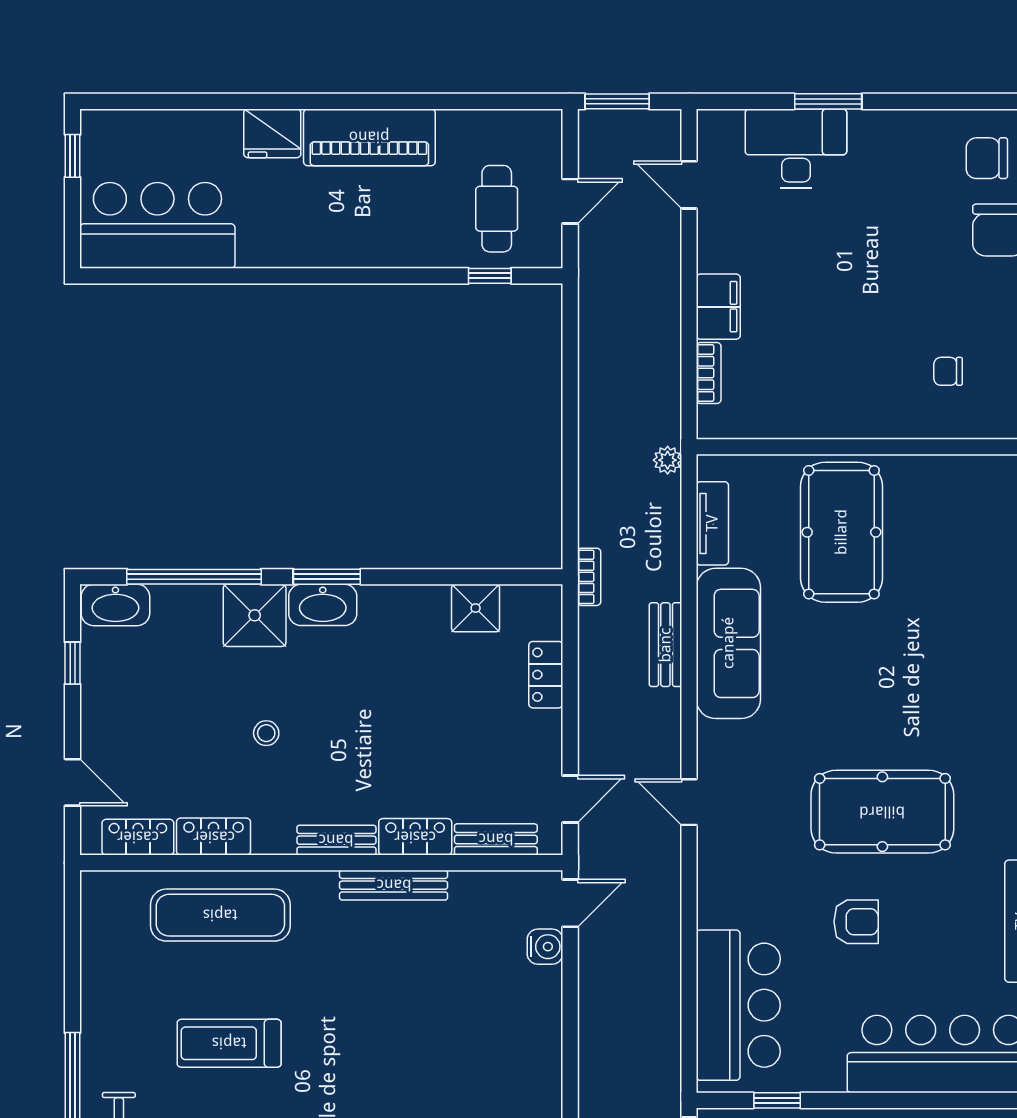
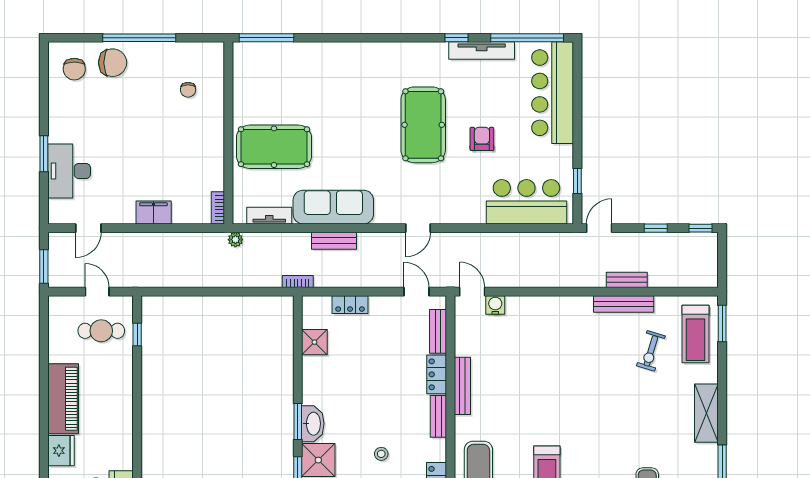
bookcase: (709, 373) -> (218, 208), moved, turned -90

